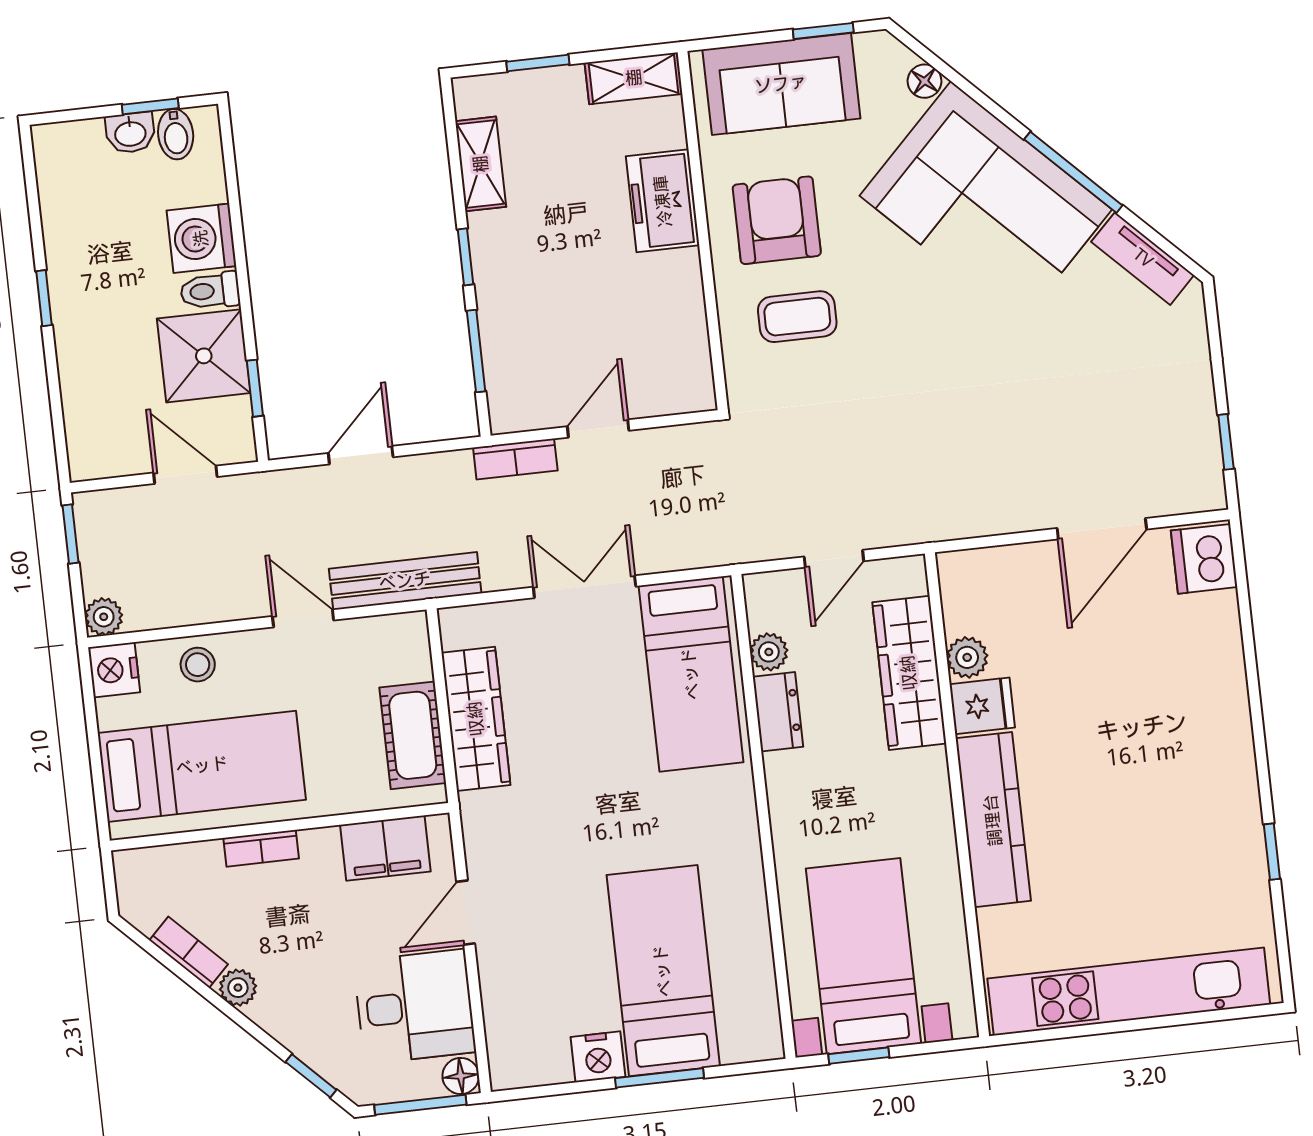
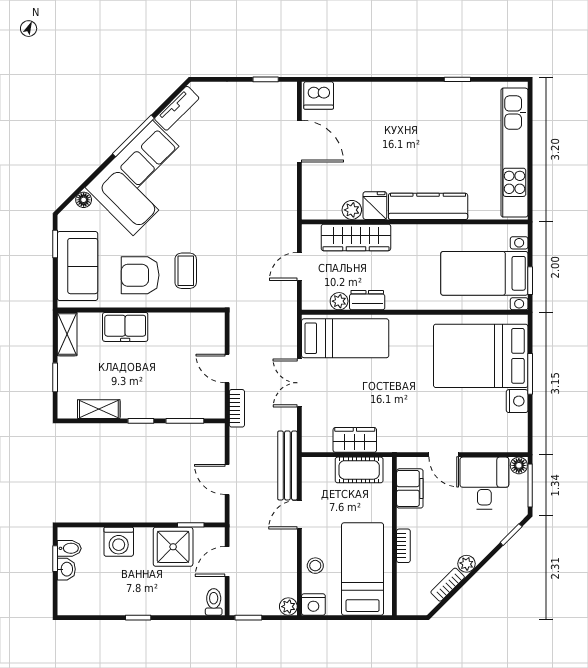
toilet: (210, 291) -> (214, 602), moved, turned 180
door: (834, 559) -> (299, 266), swing flipped
wardrobe: (476, 719) -> (355, 440), width x0.67
bed: (663, 971) -> (481, 356), width x1.50

